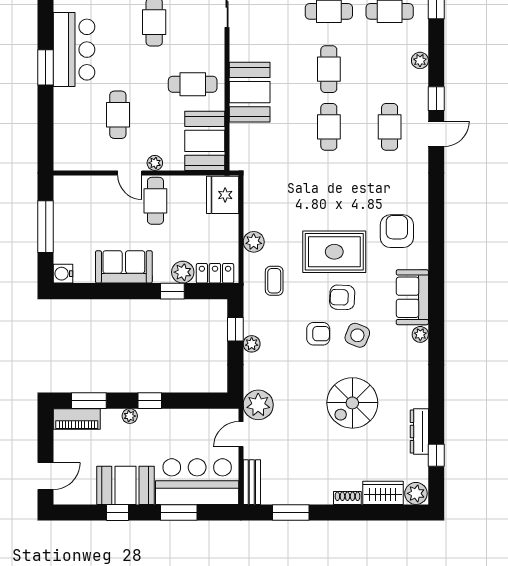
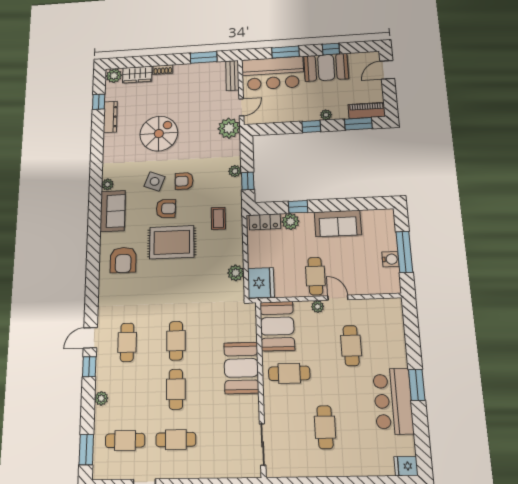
plant: (254, 242) -> (236, 273), moved
water cooler: (63, 274) -> (390, 259), moved

